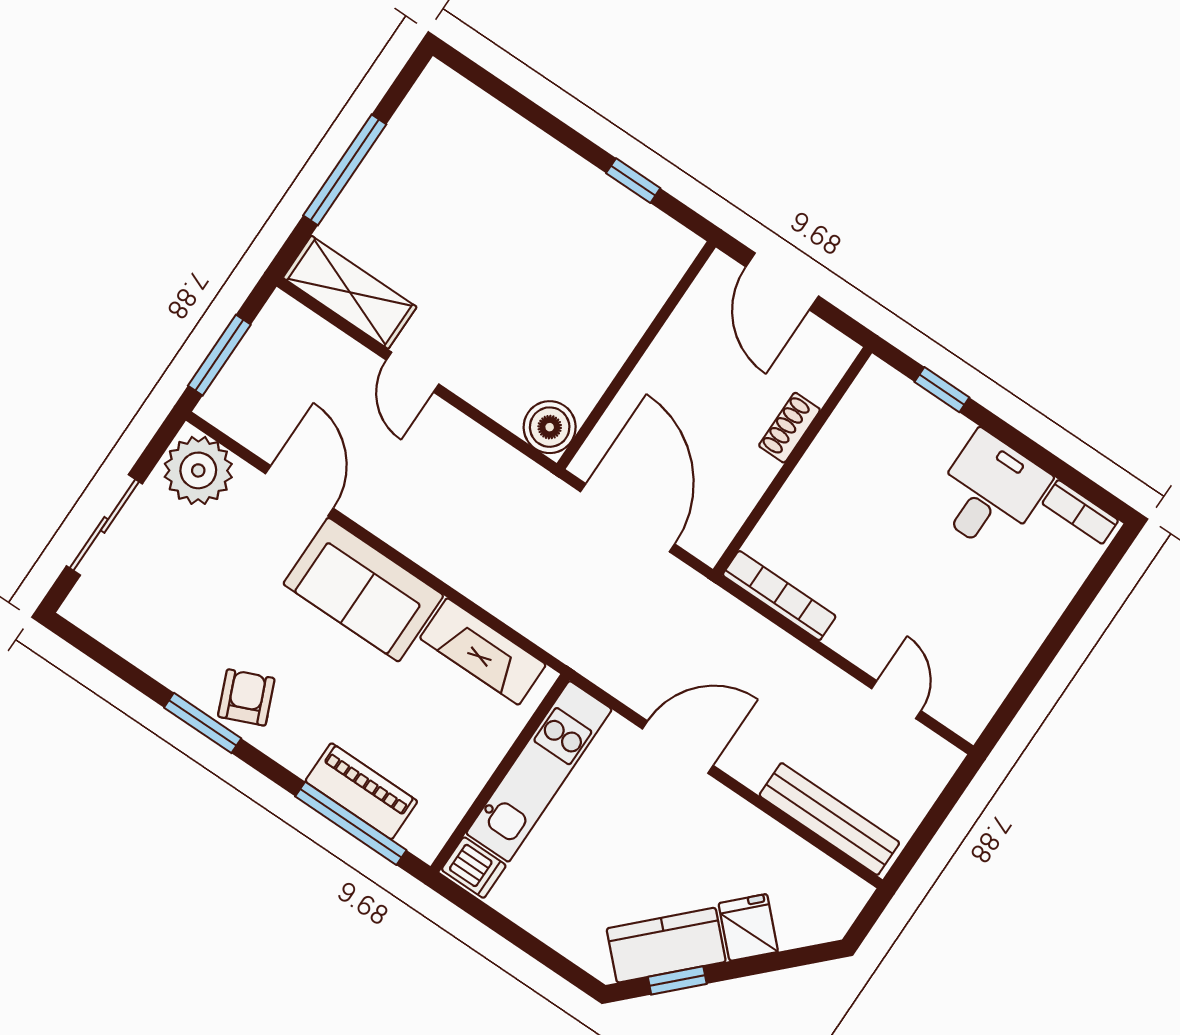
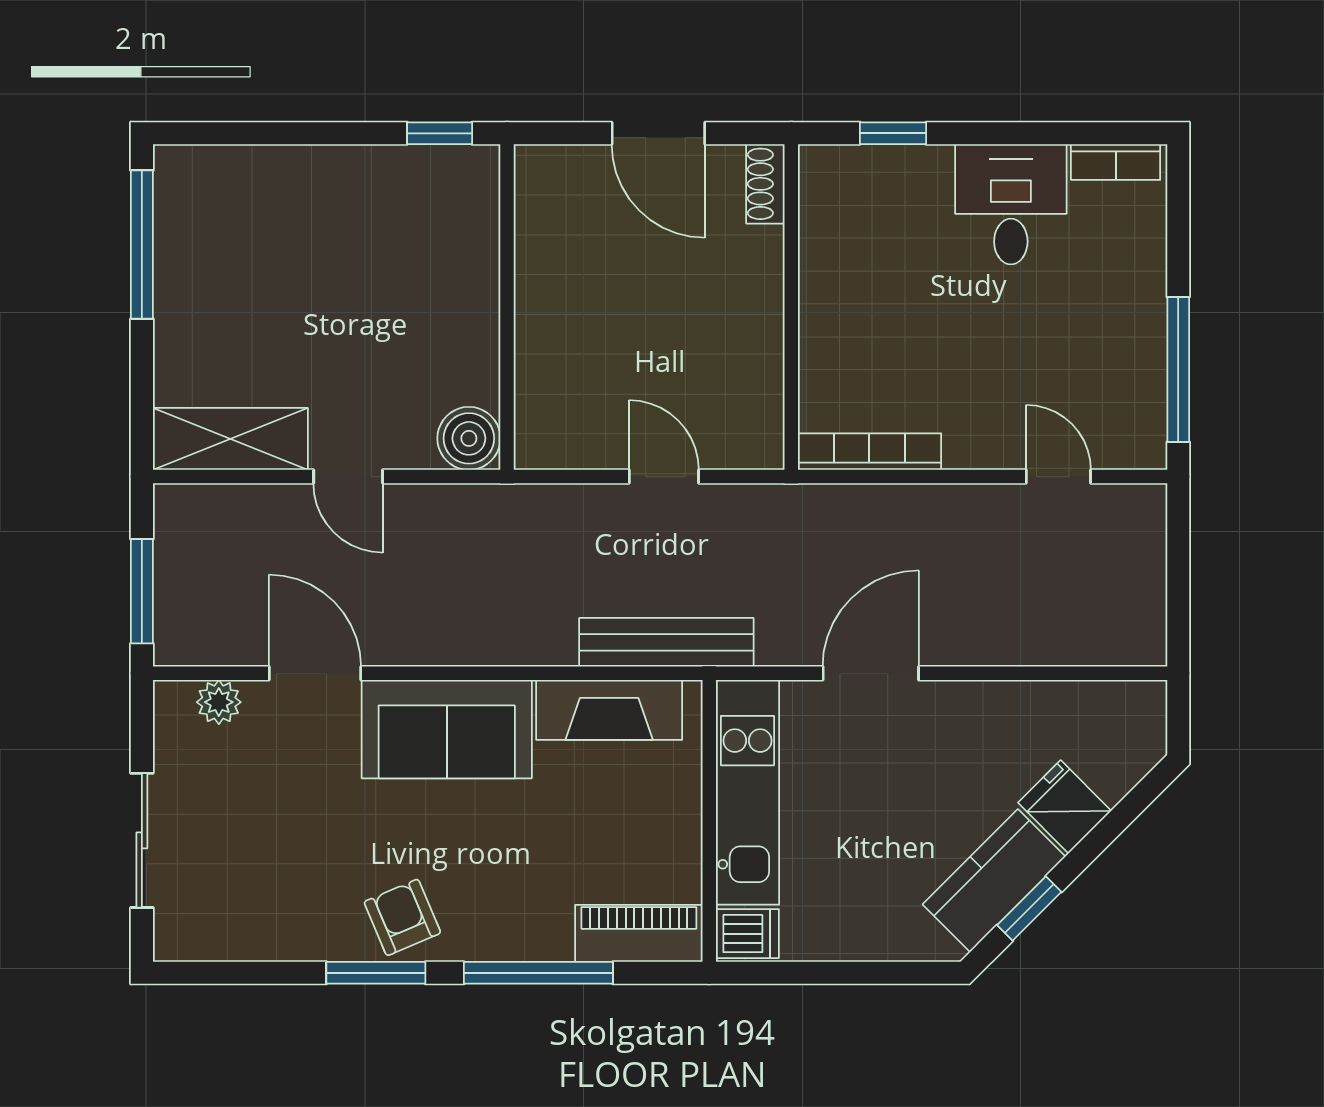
window: (345, 170) -> (142, 245), moved
wall: (636, 355) -> (507, 307), moved
boiler: (550, 427) -> (469, 438), moved
shoe rack: (790, 428) -> (765, 184), moved
plant: (198, 470) -> (219, 702), width x0.53, depth x0.53
door: (628, 518) -> (664, 477), width x0.53
window: (1027, 682) -> (1178, 369), added
piano: (361, 791) -> (639, 933), moved
bench: (829, 819) -> (666, 642), moved
window: (351, 823) -> (538, 973), moved

